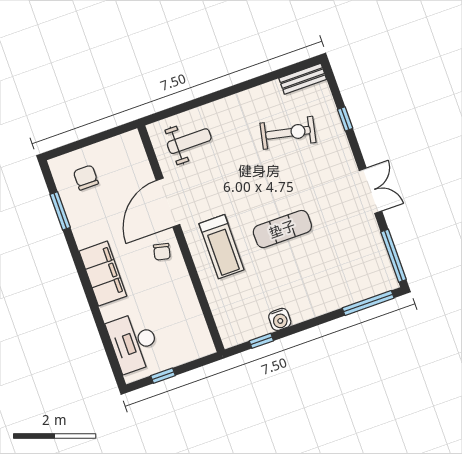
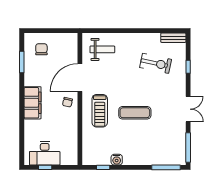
desk: (134, 342) -> (45, 153), moved, turned -90

